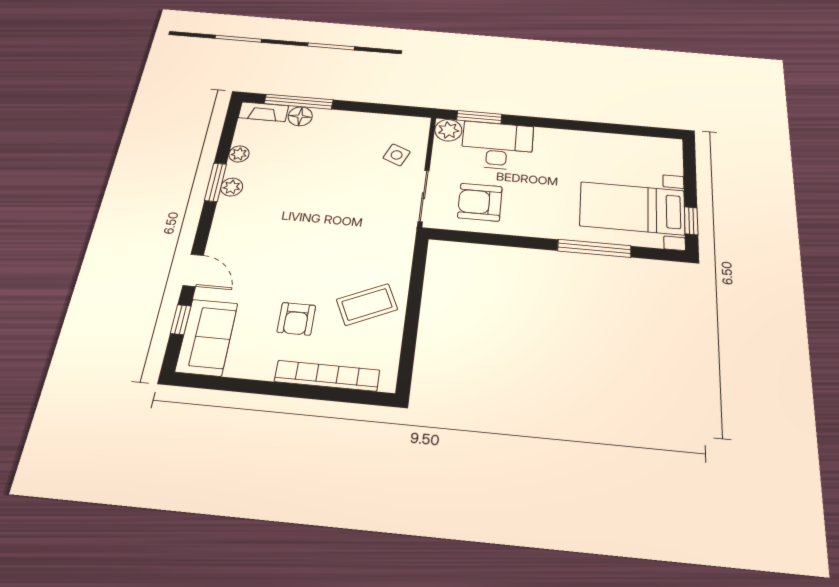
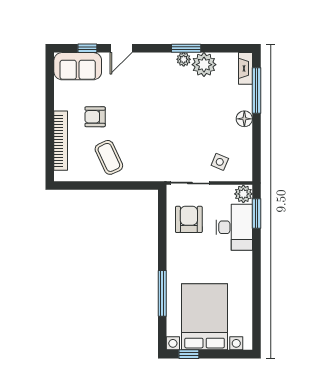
floor lamp: (300, 116) -> (244, 119), moved
plant: (239, 154) -> (204, 65), width x1.88, depth x1.88
bed with nightstands: (632, 208) -> (205, 317), width x1.36

